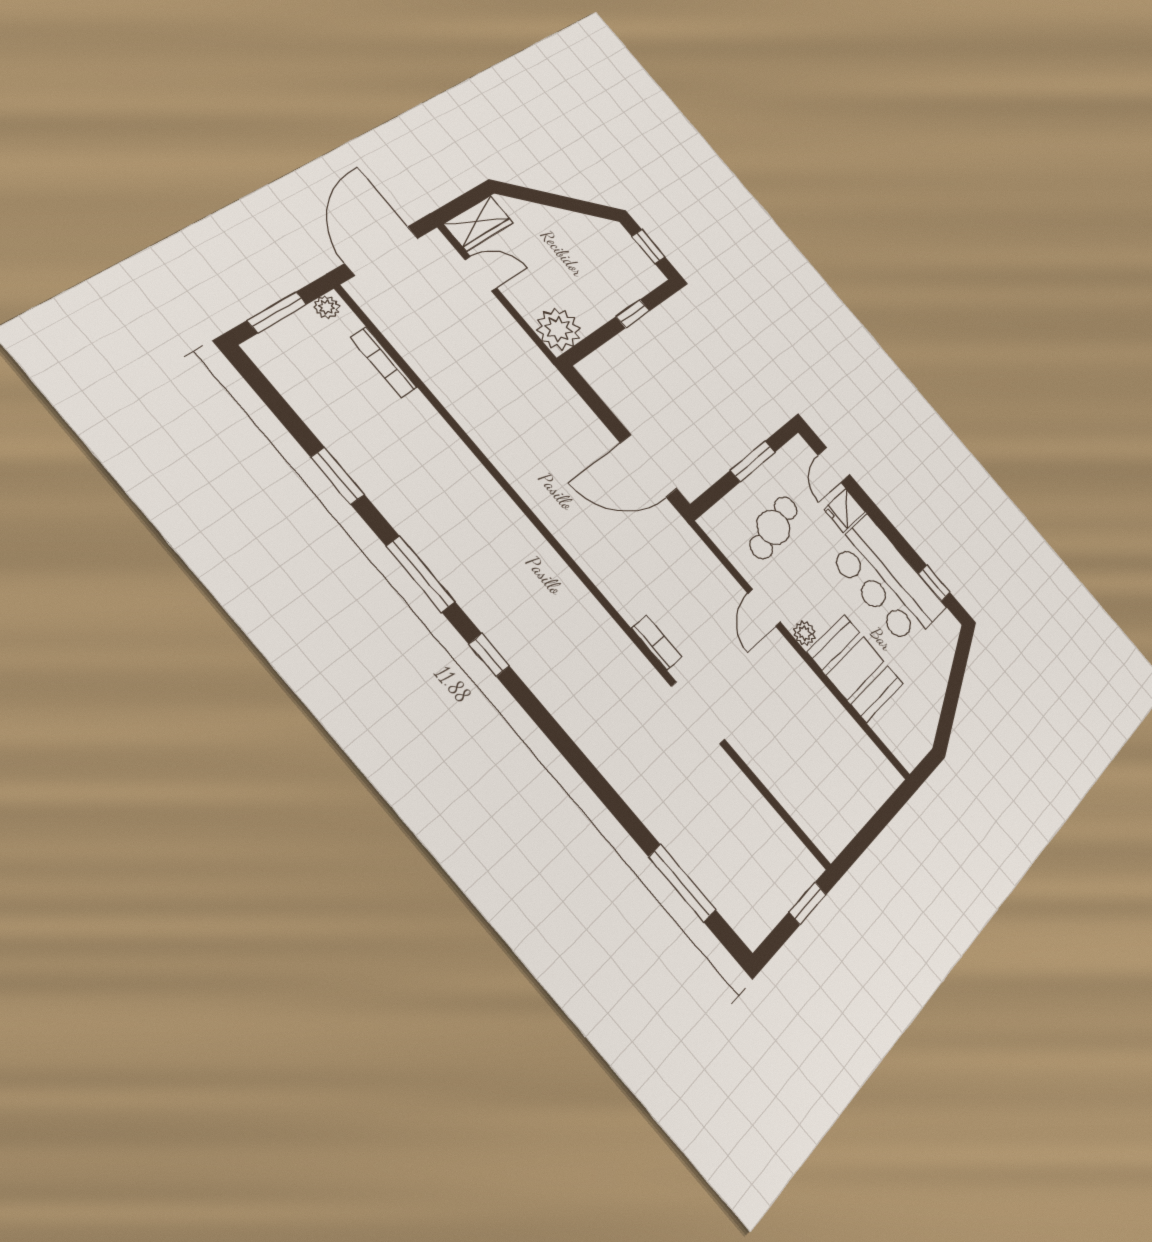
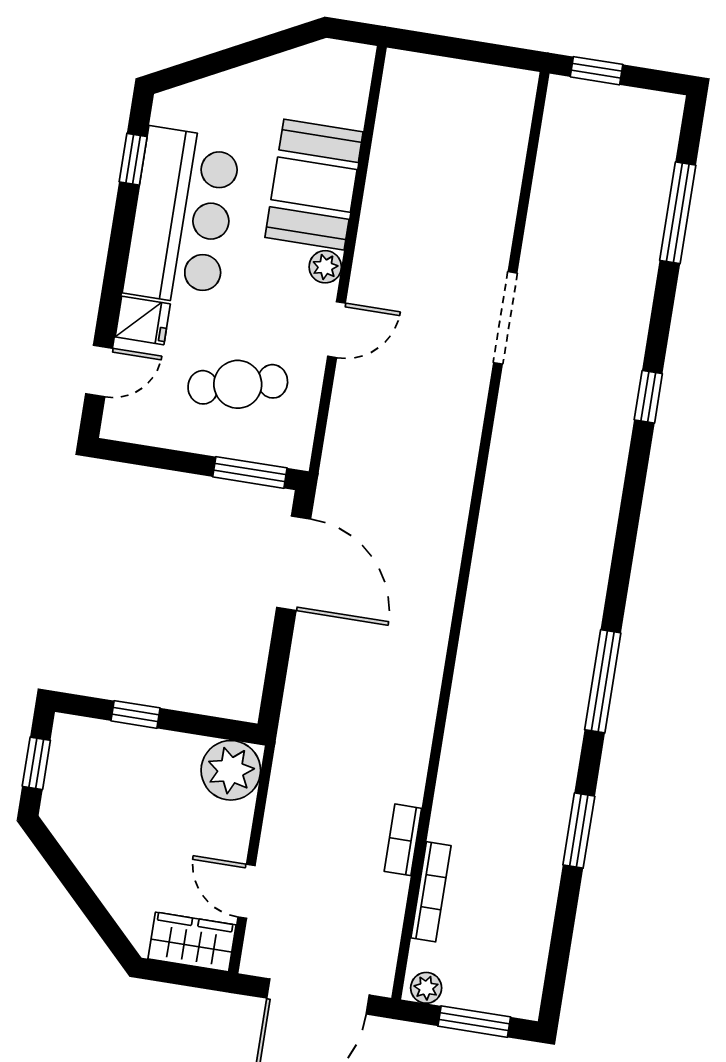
window: (753, 461) -> (250, 472), moved
bookcase: (657, 643) -> (403, 840), moved
window: (489, 655) -> (648, 397), moved

